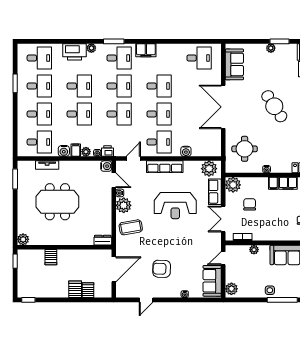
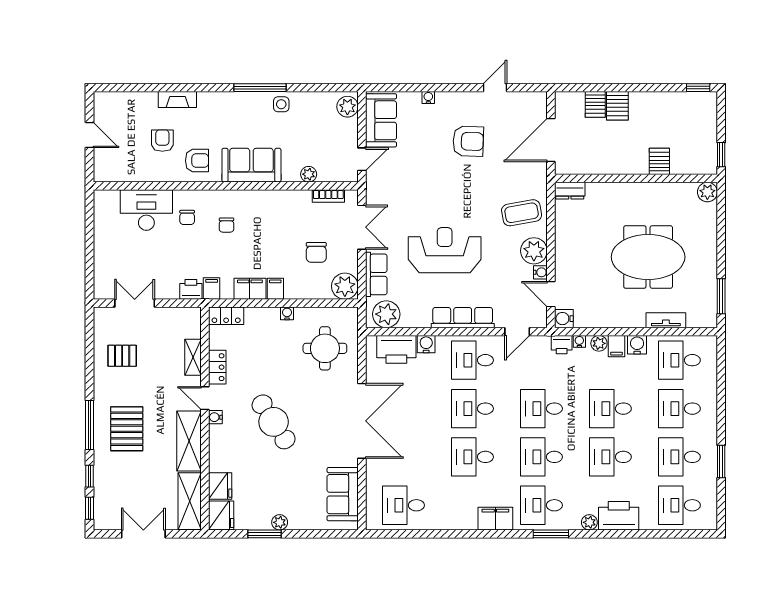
printer: (203, 148) -> (396, 349), added

